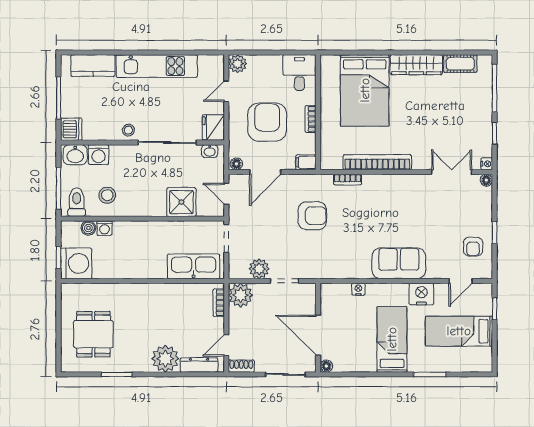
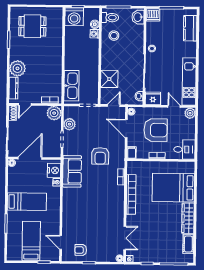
kitchen unit: (157, 66) -> (189, 82), moved
washing machine: (99, 155) -> (138, 31), removed
sofa: (399, 263) -> (72, 171), moved
nightstand: (421, 294) -> (54, 170), moved
door: (226, 345) -> (25, 104), swing flipped

